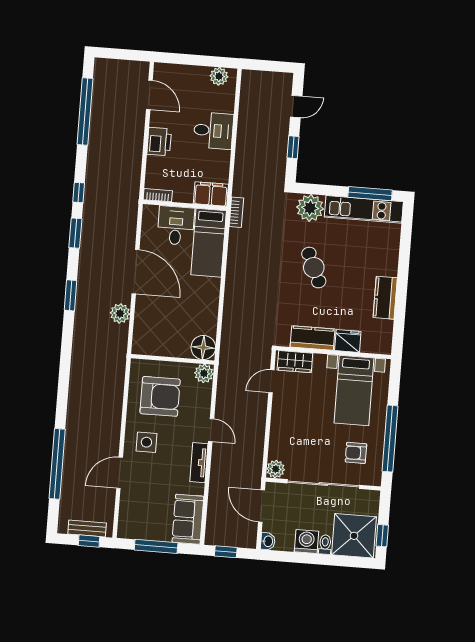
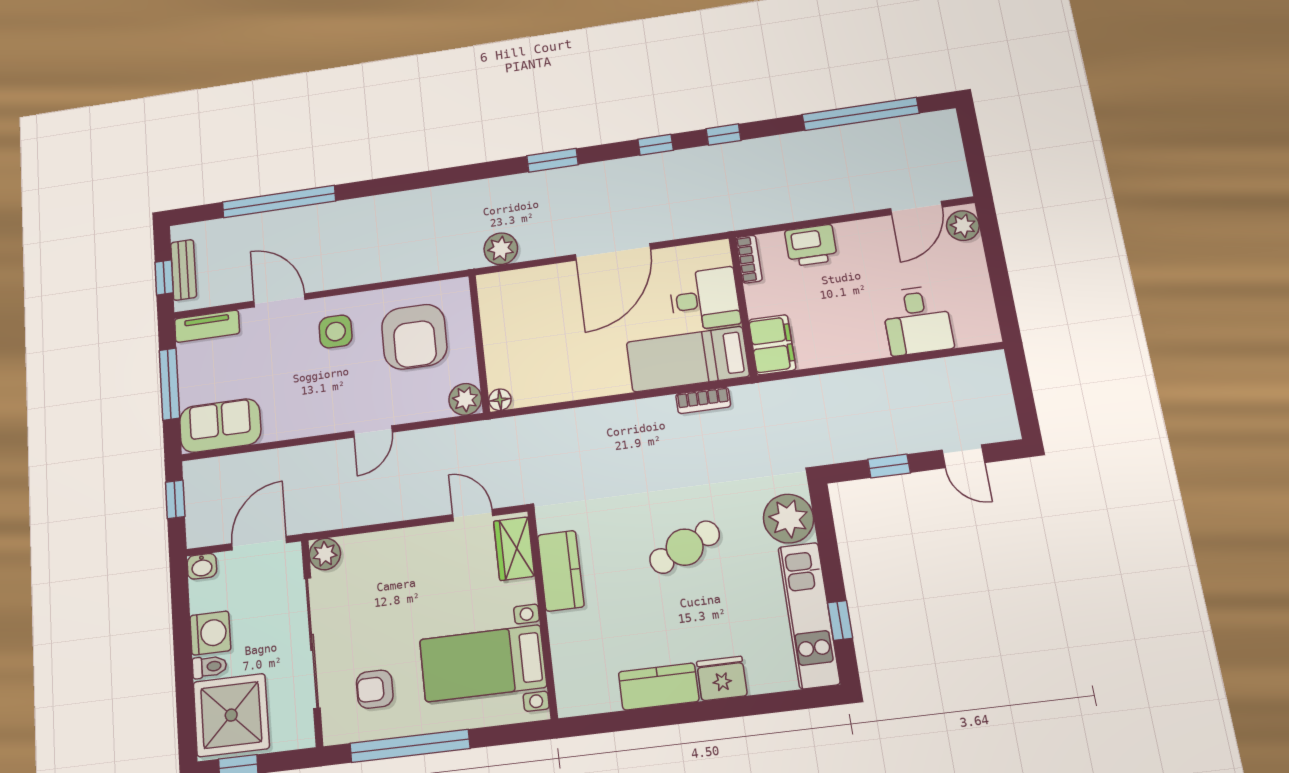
plant: (219, 76) -> (963, 226), moved
desk: (213, 131) -> (917, 320), moved
printer: (159, 142) -> (811, 245), moved
window: (370, 194) -> (840, 620), width x0.46
bookcase: (236, 212) -> (703, 400), moved
window: (75, 233) -> (656, 145), width x0.67
plant: (120, 313) -> (501, 249), moved
fridge: (348, 341) -> (722, 679), moved, turned -90
floor lamp: (203, 347) -> (500, 400), width x0.53, depth x0.53
armchair: (356, 453) -> (375, 689), turned -90
tv unit: (199, 463) -> (207, 326), moved, turned 180

